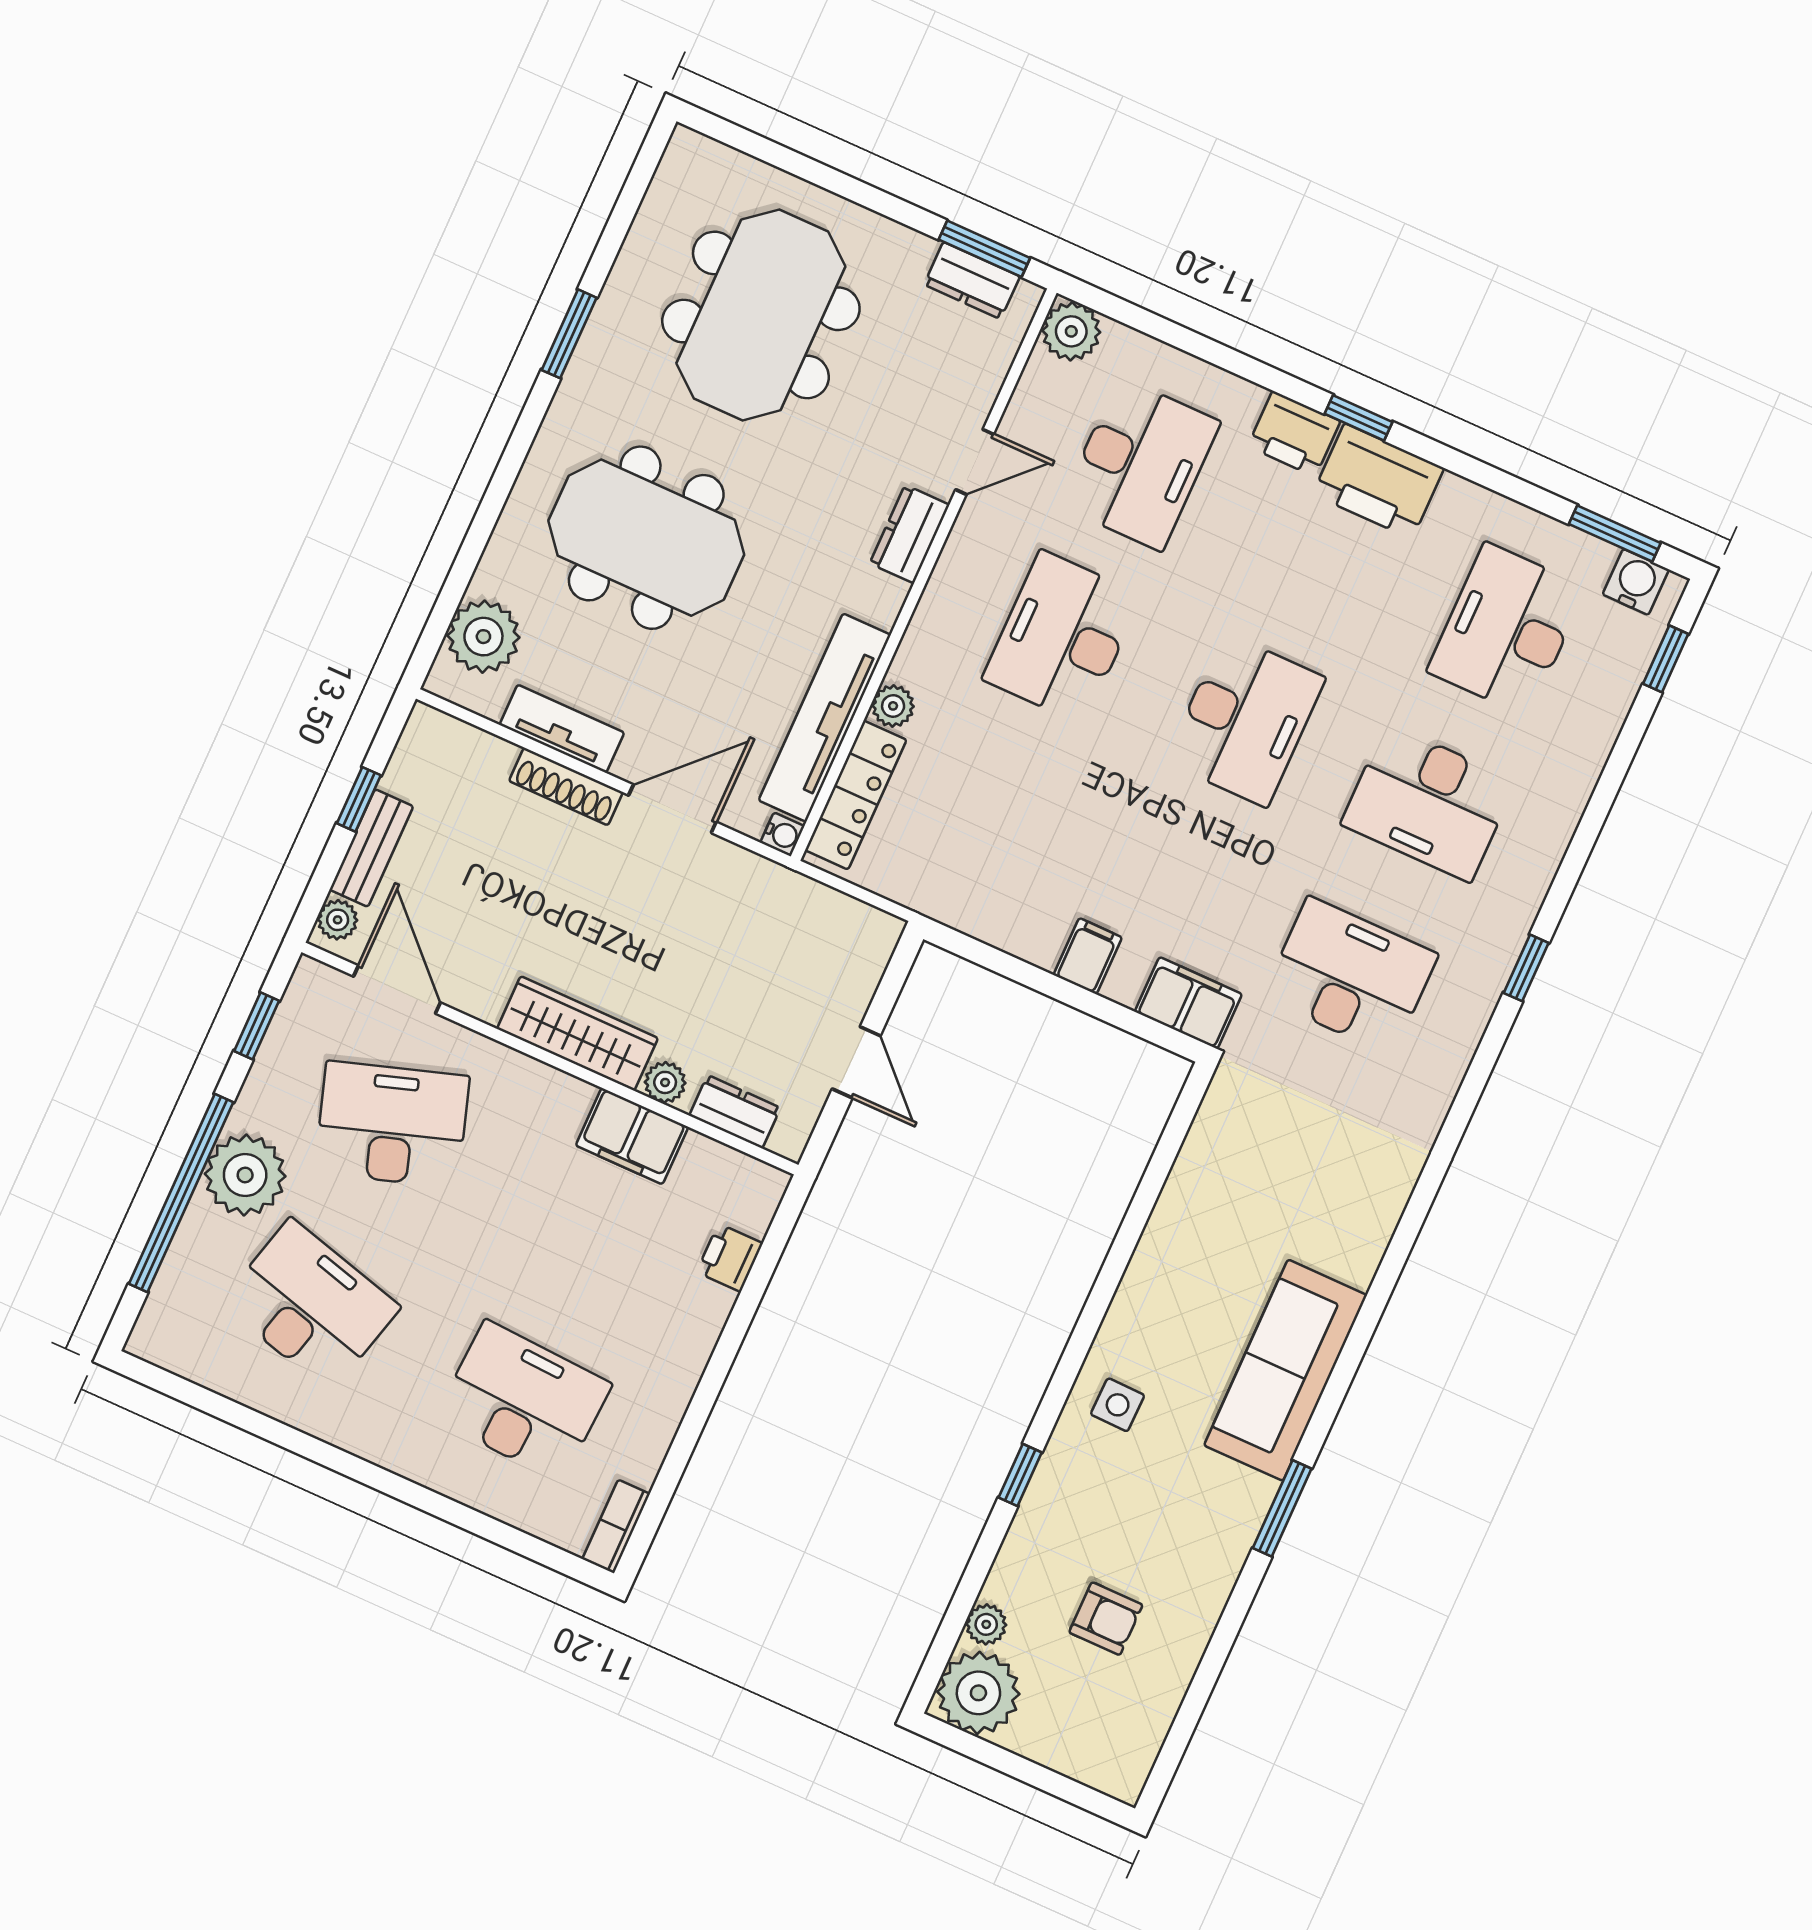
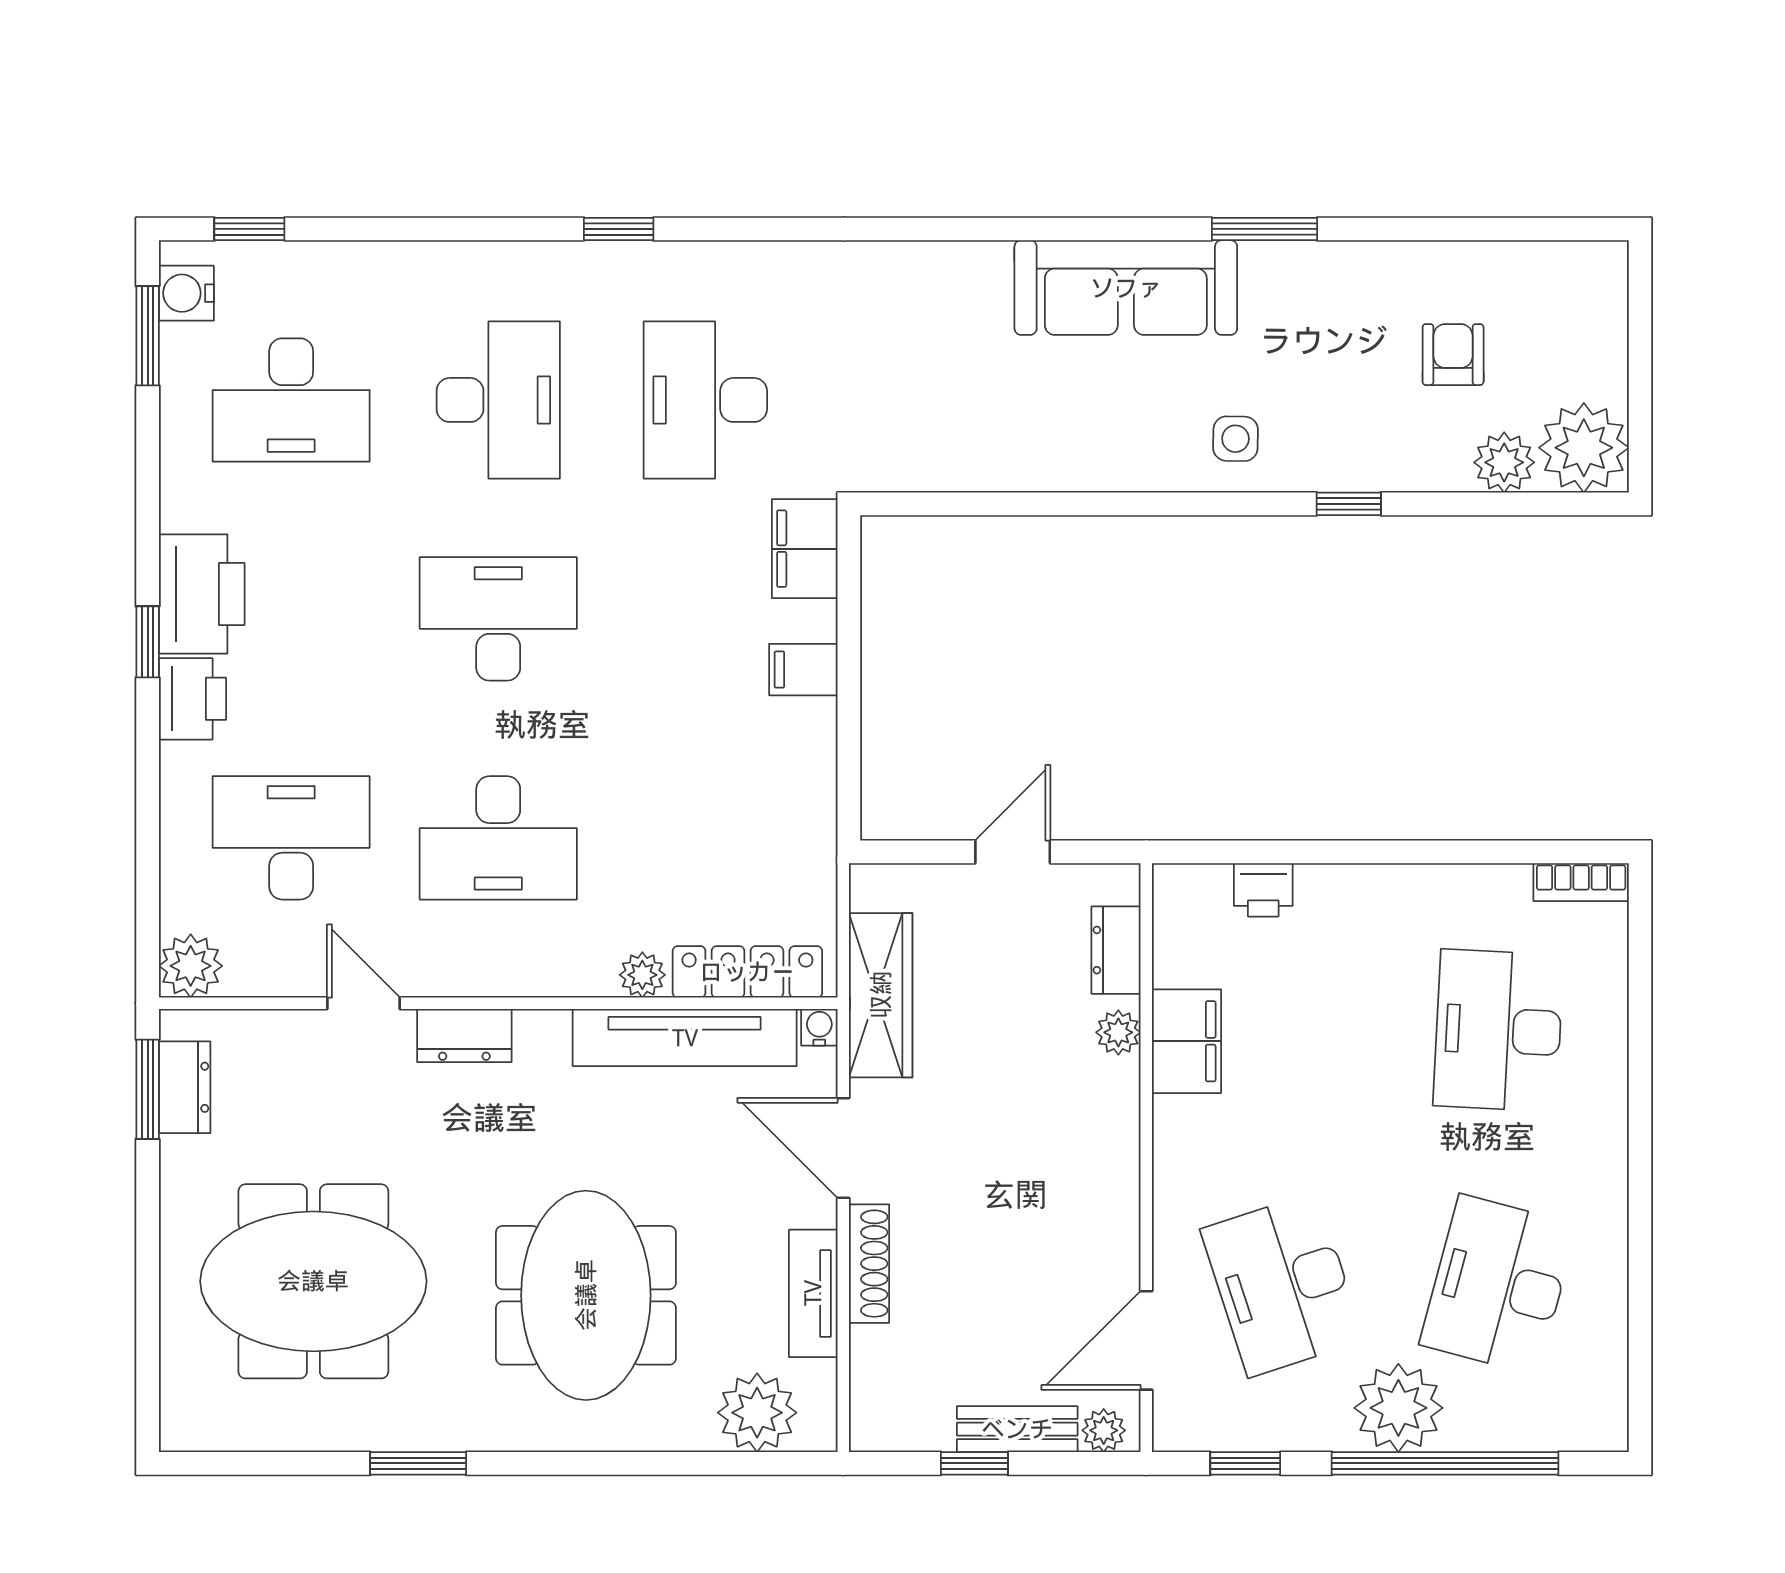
wardrobe: (577, 1033) -> (881, 995), moved, turned 180
plant: (986, 1624) -> (1504, 462), width x1.38, depth x1.38

